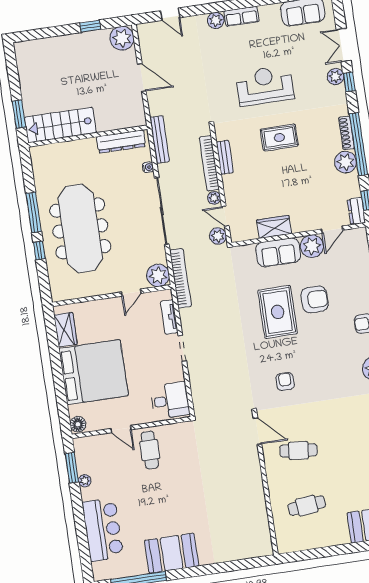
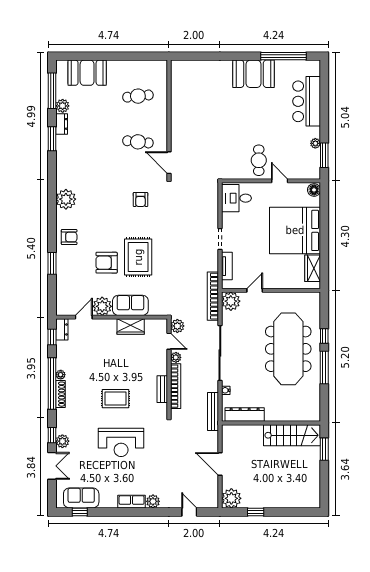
plant: (345, 162) -> (61, 375), width x0.53, depth x0.53

